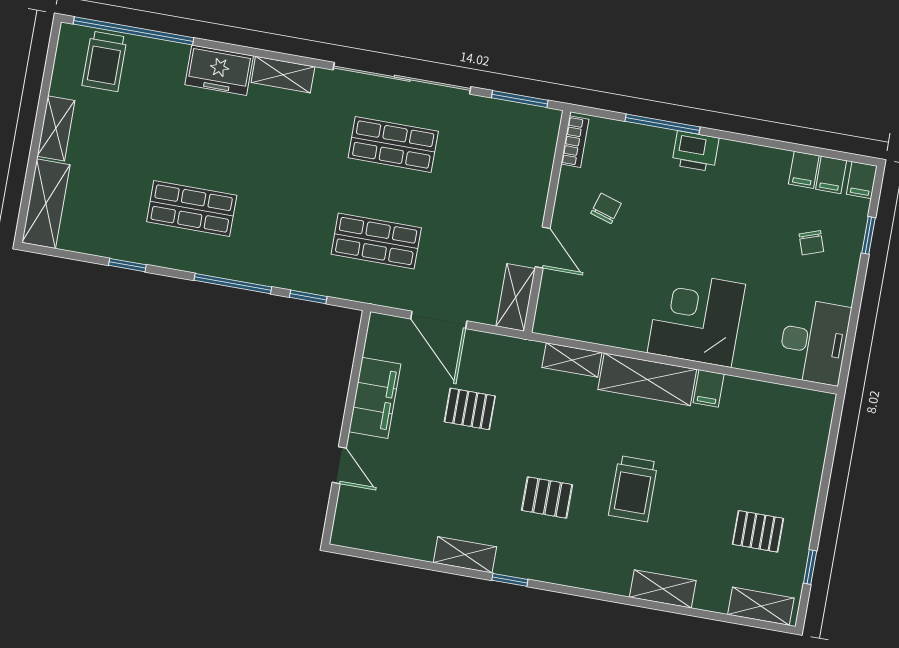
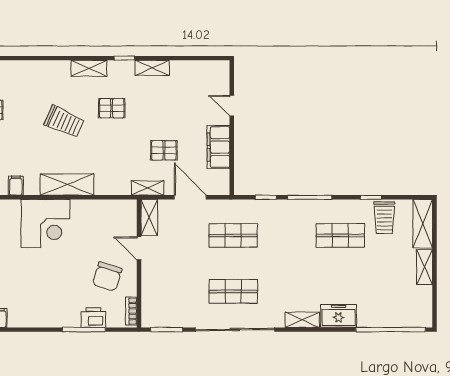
trolley: (105, 61) -> (384, 218), moved, turned 180
printer: (695, 151) -> (93, 318), moved
chair: (606, 208) -> (107, 277), width x1.87, depth x1.87
shelving: (572, 360) -> (148, 188), moved
filing cabinet: (709, 388) -> (16, 186), moved
trolley: (633, 489) -> (64, 122), turned 114
shelving: (663, 589) -> (89, 68), moved

